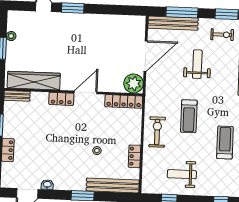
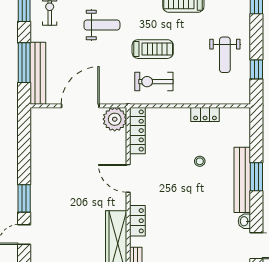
door: (145, 56) -> (80, 106), hinge flipped
weight bench: (197, 64) -> (102, 25), moved, turned 180
locker: (61, 99) -> (137, 221), moved
exercise bike: (157, 132) -> (154, 82), moved
bench: (113, 185) -> (242, 180), moved

